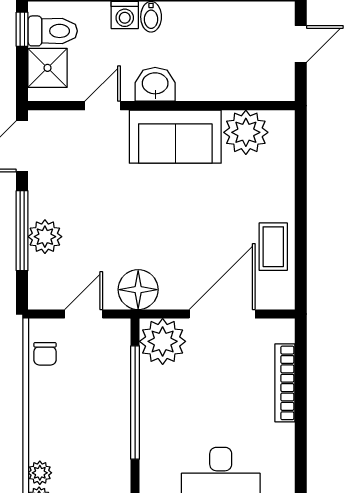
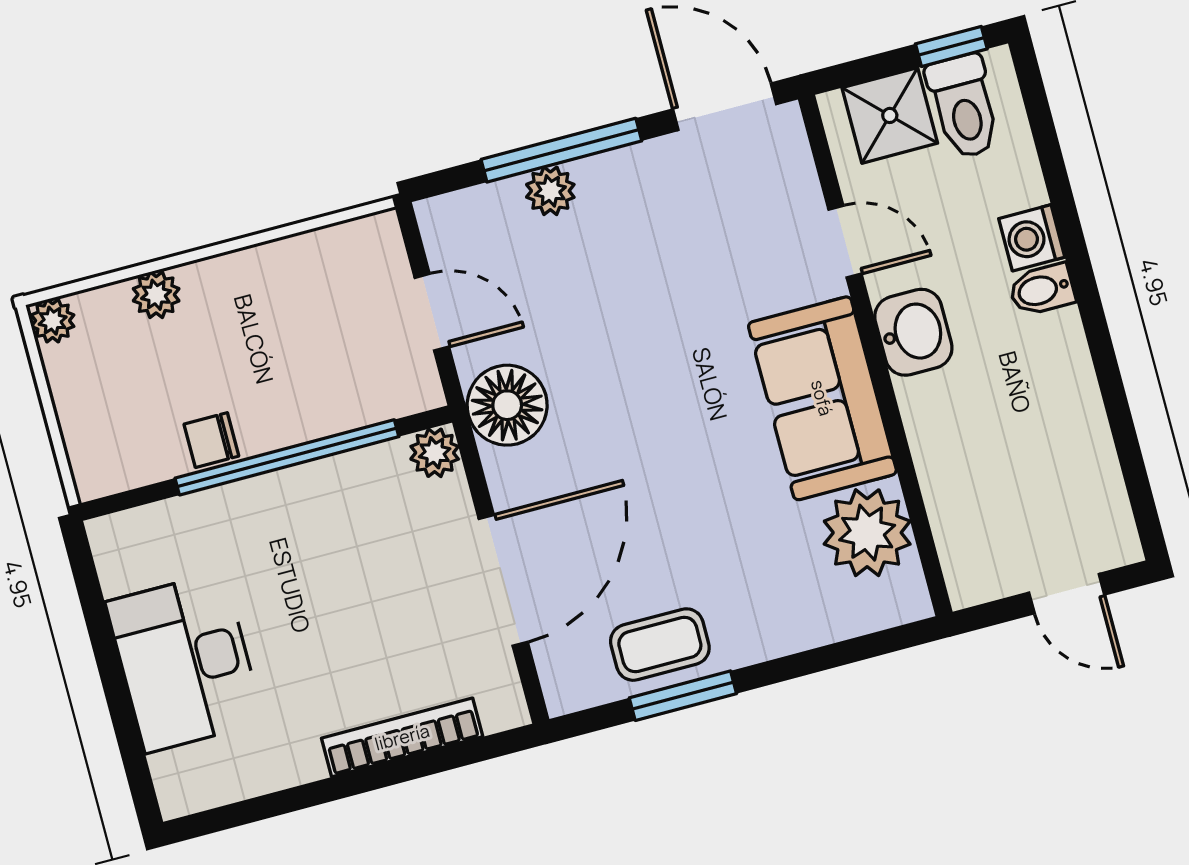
plant: (45, 237) -> (550, 191), width x0.73, depth x0.73
window: (301, 242) -> (683, 696), added
door: (222, 314) -> (503, 580), hinge flipped
plant: (163, 341) -> (435, 453), width x0.53, depth x0.53
chair: (45, 354) -> (211, 440), moved
plant: (40, 473) -> (156, 295), moved

